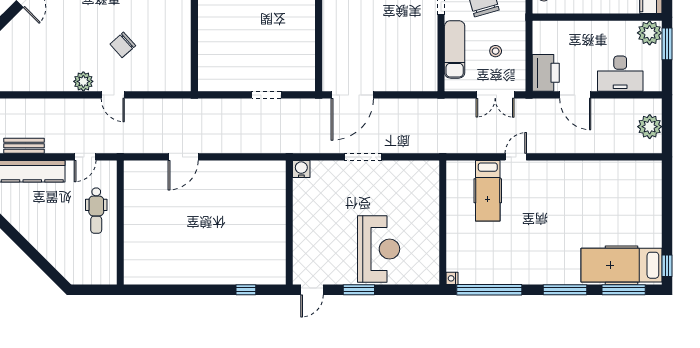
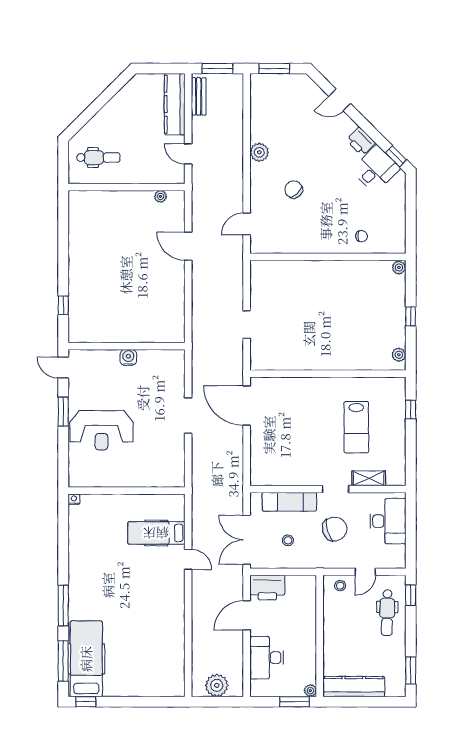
plant: (650, 33) -> (310, 691), width x0.53, depth x0.53
door: (113, 95) -> (247, 224), moved
double door: (495, 95) -> (247, 540), width x1.37
water cooler: (301, 169) -> (128, 357), moved, turned -90
plant: (130, 186) -> (161, 196), added
dental chair: (96, 211) -> (98, 158), moved, turned 180
window: (489, 290) -> (63, 534), removed

